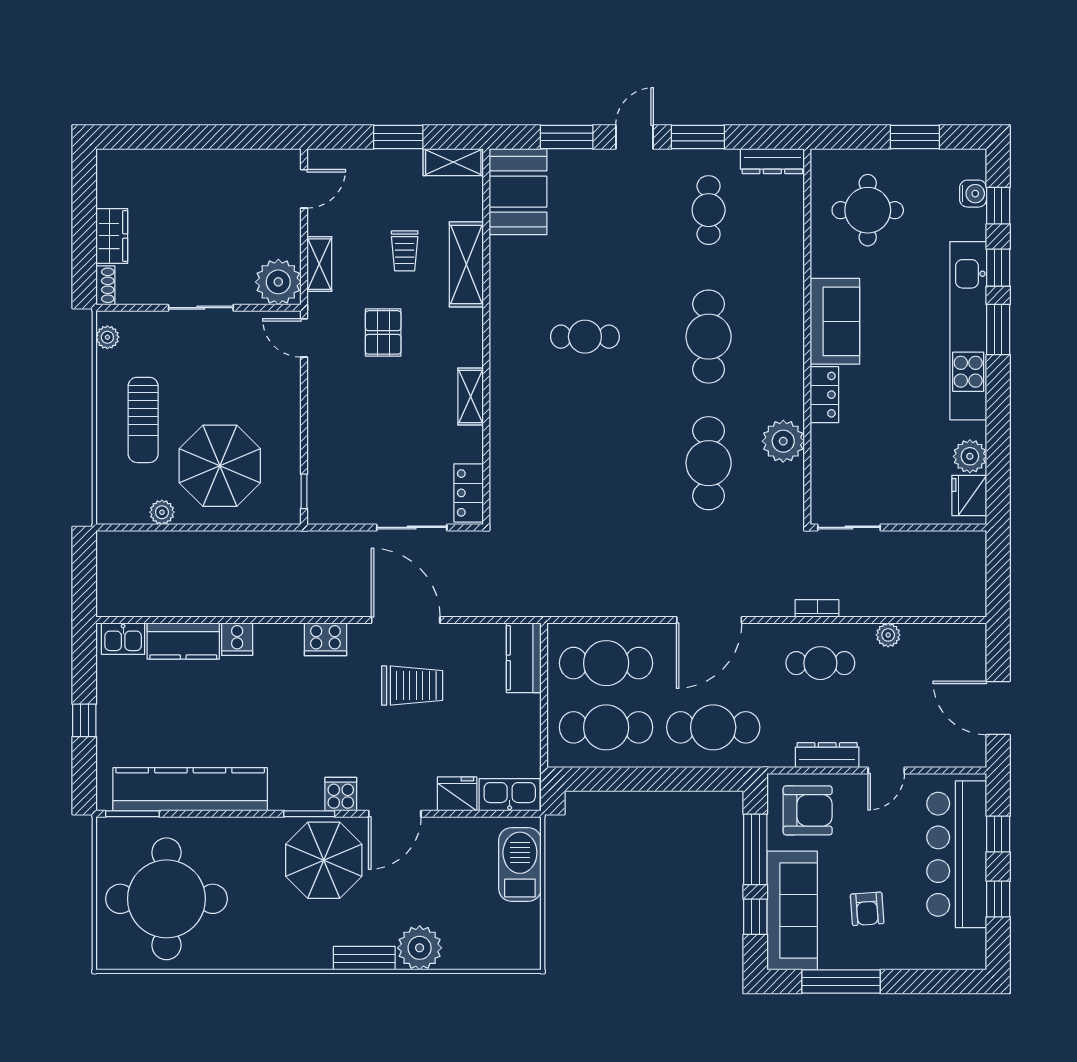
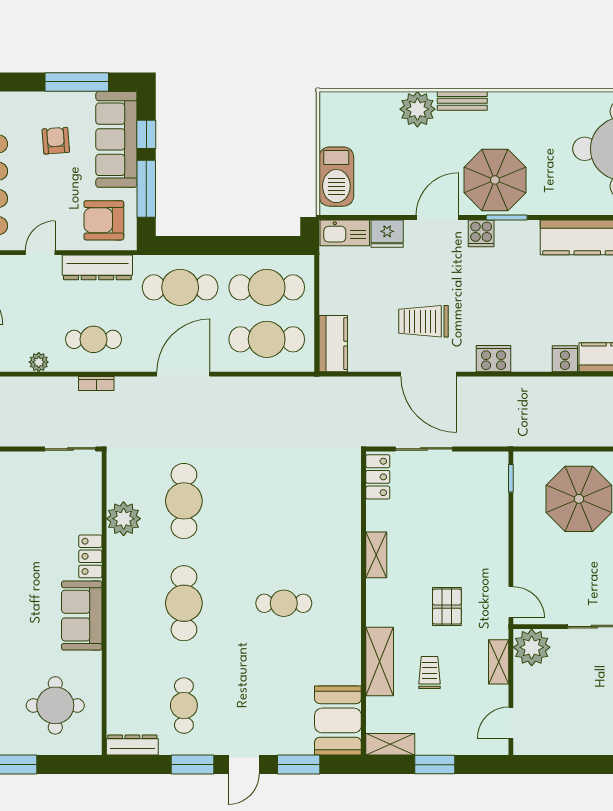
dresser: (827, 755) -> (97, 267), width x1.37, depth x1.24

